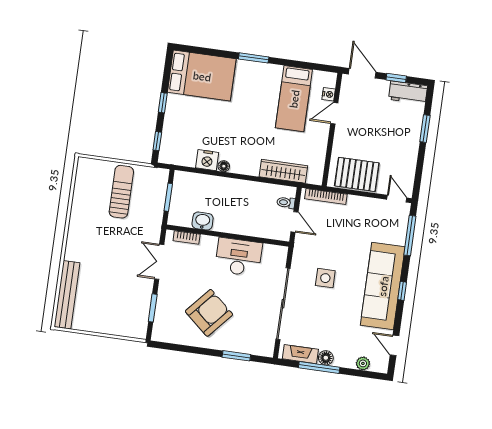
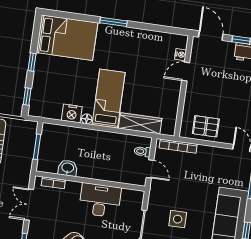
bed: (294, 99) -> (109, 99), moved, turned 180
pallet: (357, 174) -> (206, 126), width x0.67, depth x0.71

